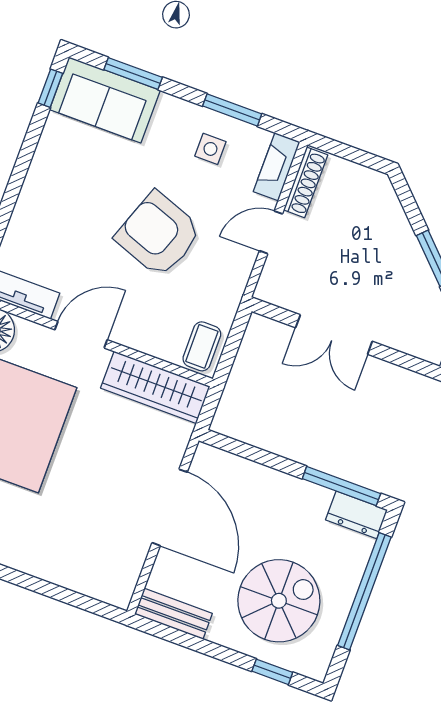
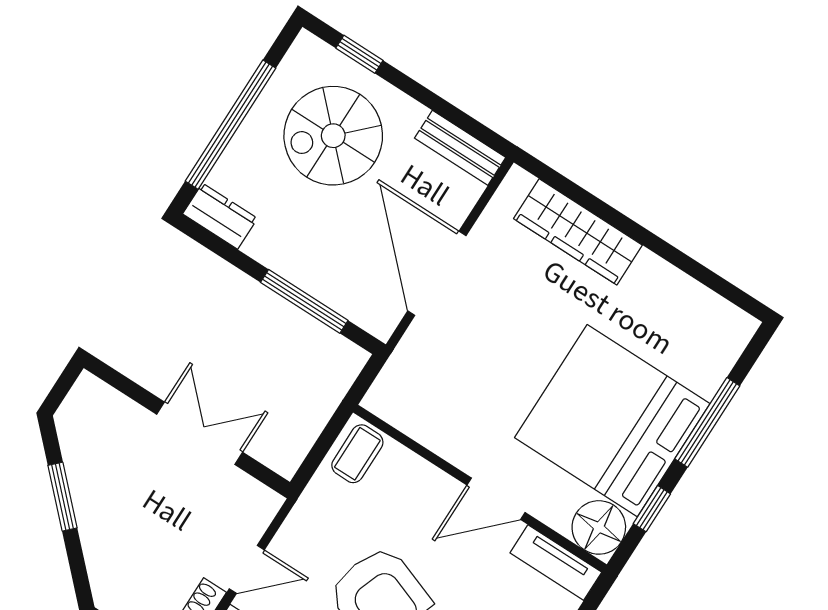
wardrobe: (155, 387) -> (578, 232), moved, turned 180
window: (341, 486) -> (304, 301), moved

